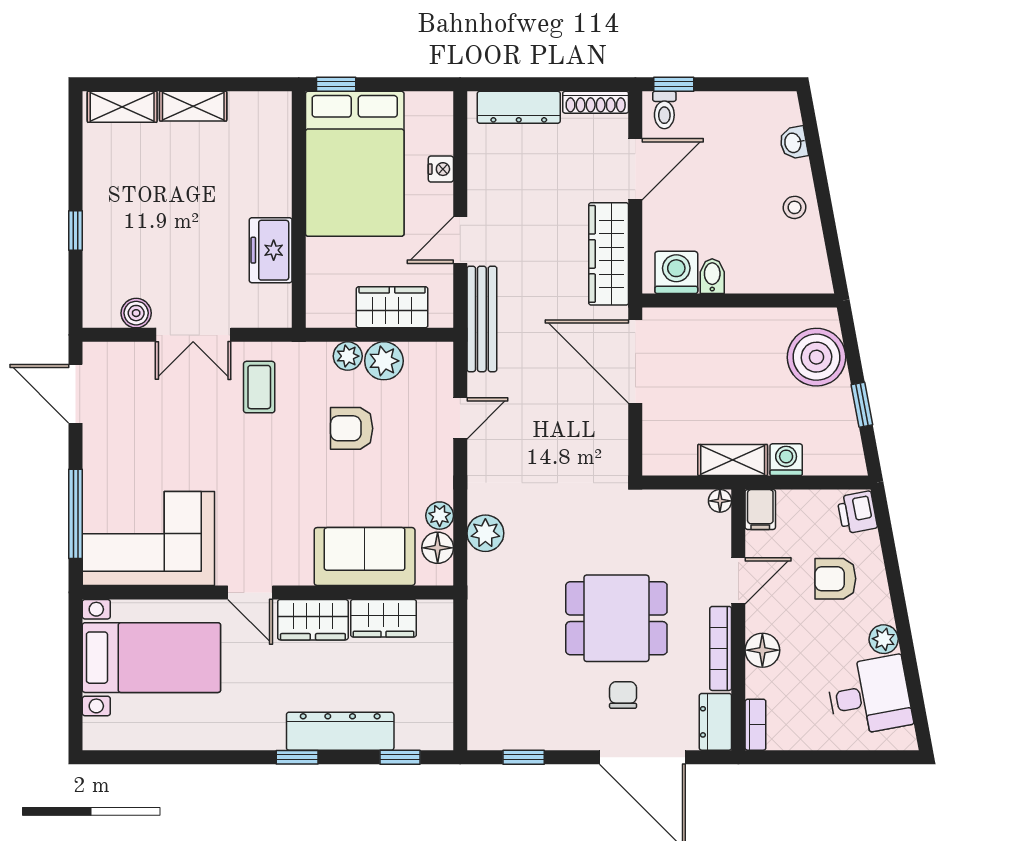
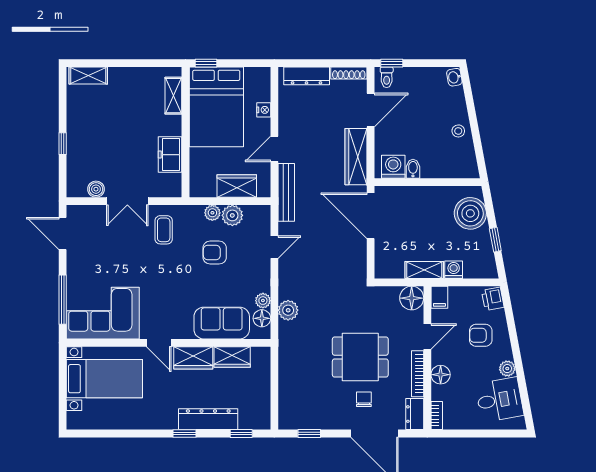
shelving: (193, 106) -> (173, 96), moved, turned 90
washbasin: (794, 143) -> (454, 77), moved
floor lamp: (720, 501) -> (412, 298), width x1.89, depth x1.89

